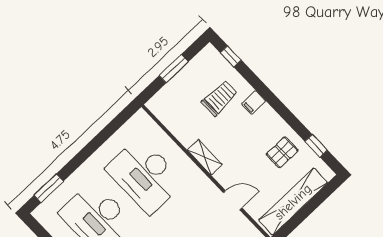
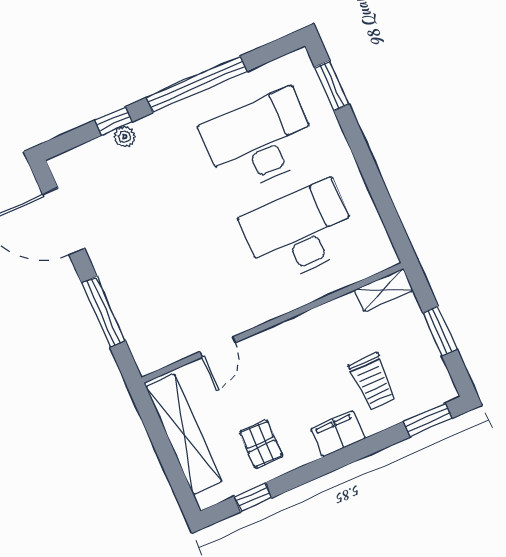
window: (231, 56) -> (428, 420), width x1.50
filing cabinet: (254, 102) -> (338, 434), width x2.00
shelving: (205, 157) -> (384, 290), moved

